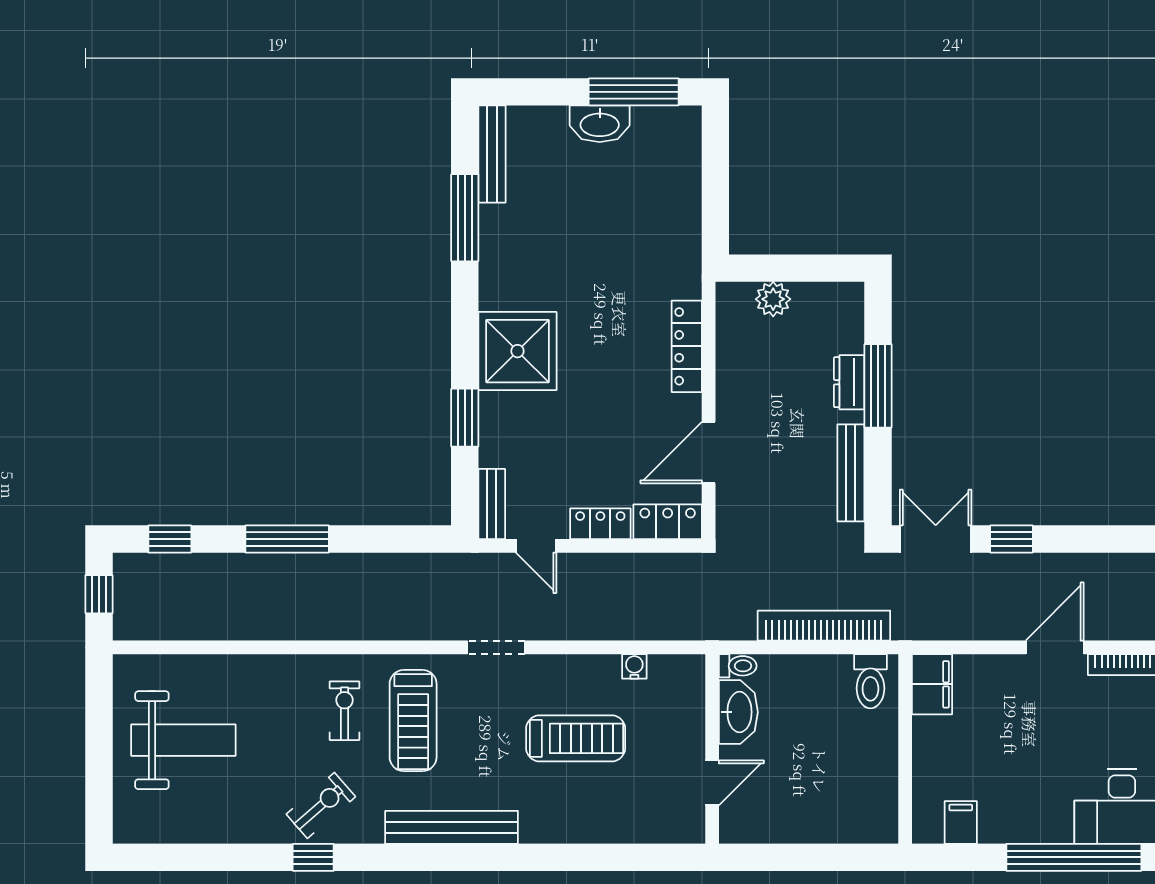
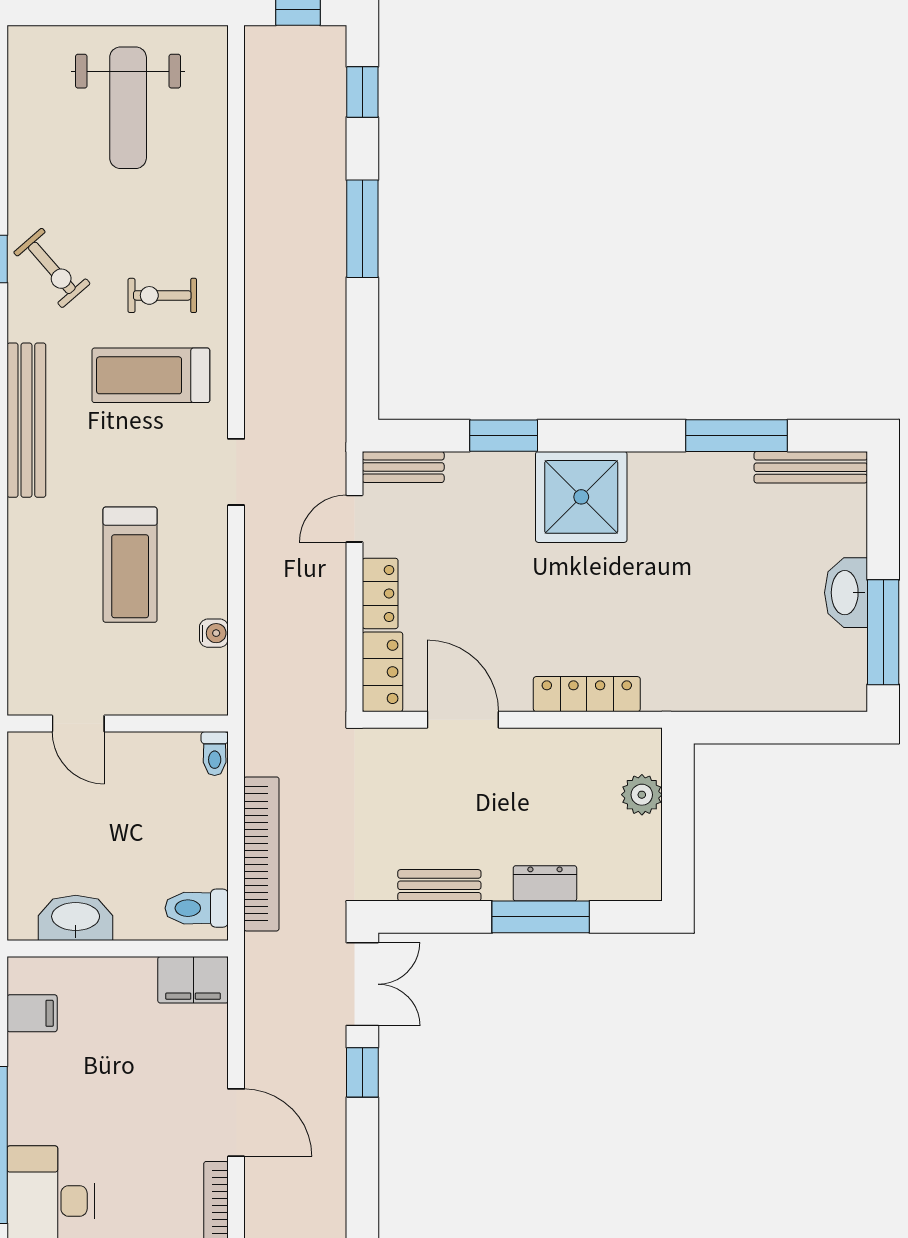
bench: (851, 473) -> (439, 885), width x0.73
exercise bike: (344, 711) -> (162, 295), turned 180
washbasin: (738, 712) -> (76, 918), moved, turned 180

